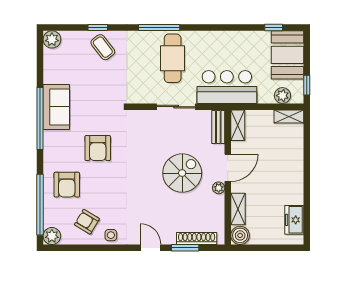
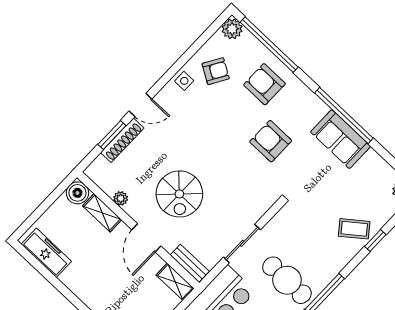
plant: (219, 188) -> (121, 198), moved
freezer: (294, 220) -> (46, 253), width x1.40
shoe rack: (197, 239) -> (122, 140), moved

